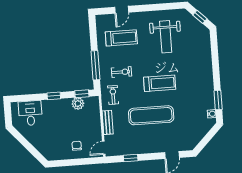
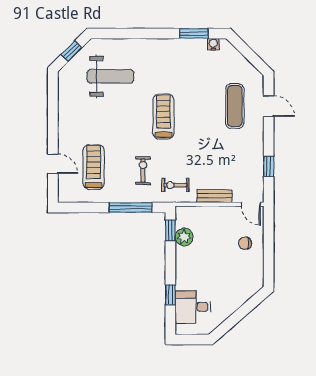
weight bench: (166, 37) -> (110, 76), moved
window: (54, 96) -> (170, 295), moved
exercise mat: (151, 115) -> (235, 106), moved, width x0.73, depth x0.69

